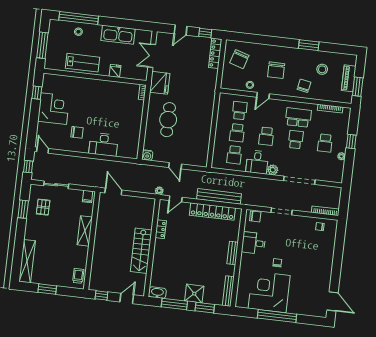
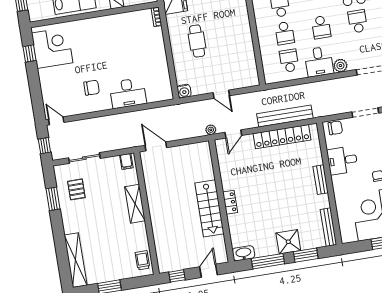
corner desk: (54, 109) -> (52, 48), moved
cafe table: (168, 120) -> (197, 41), width x0.73, depth x0.74
school desk: (234, 155) -> (289, 61), turned 180
locker: (161, 229) -> (230, 202), moved

